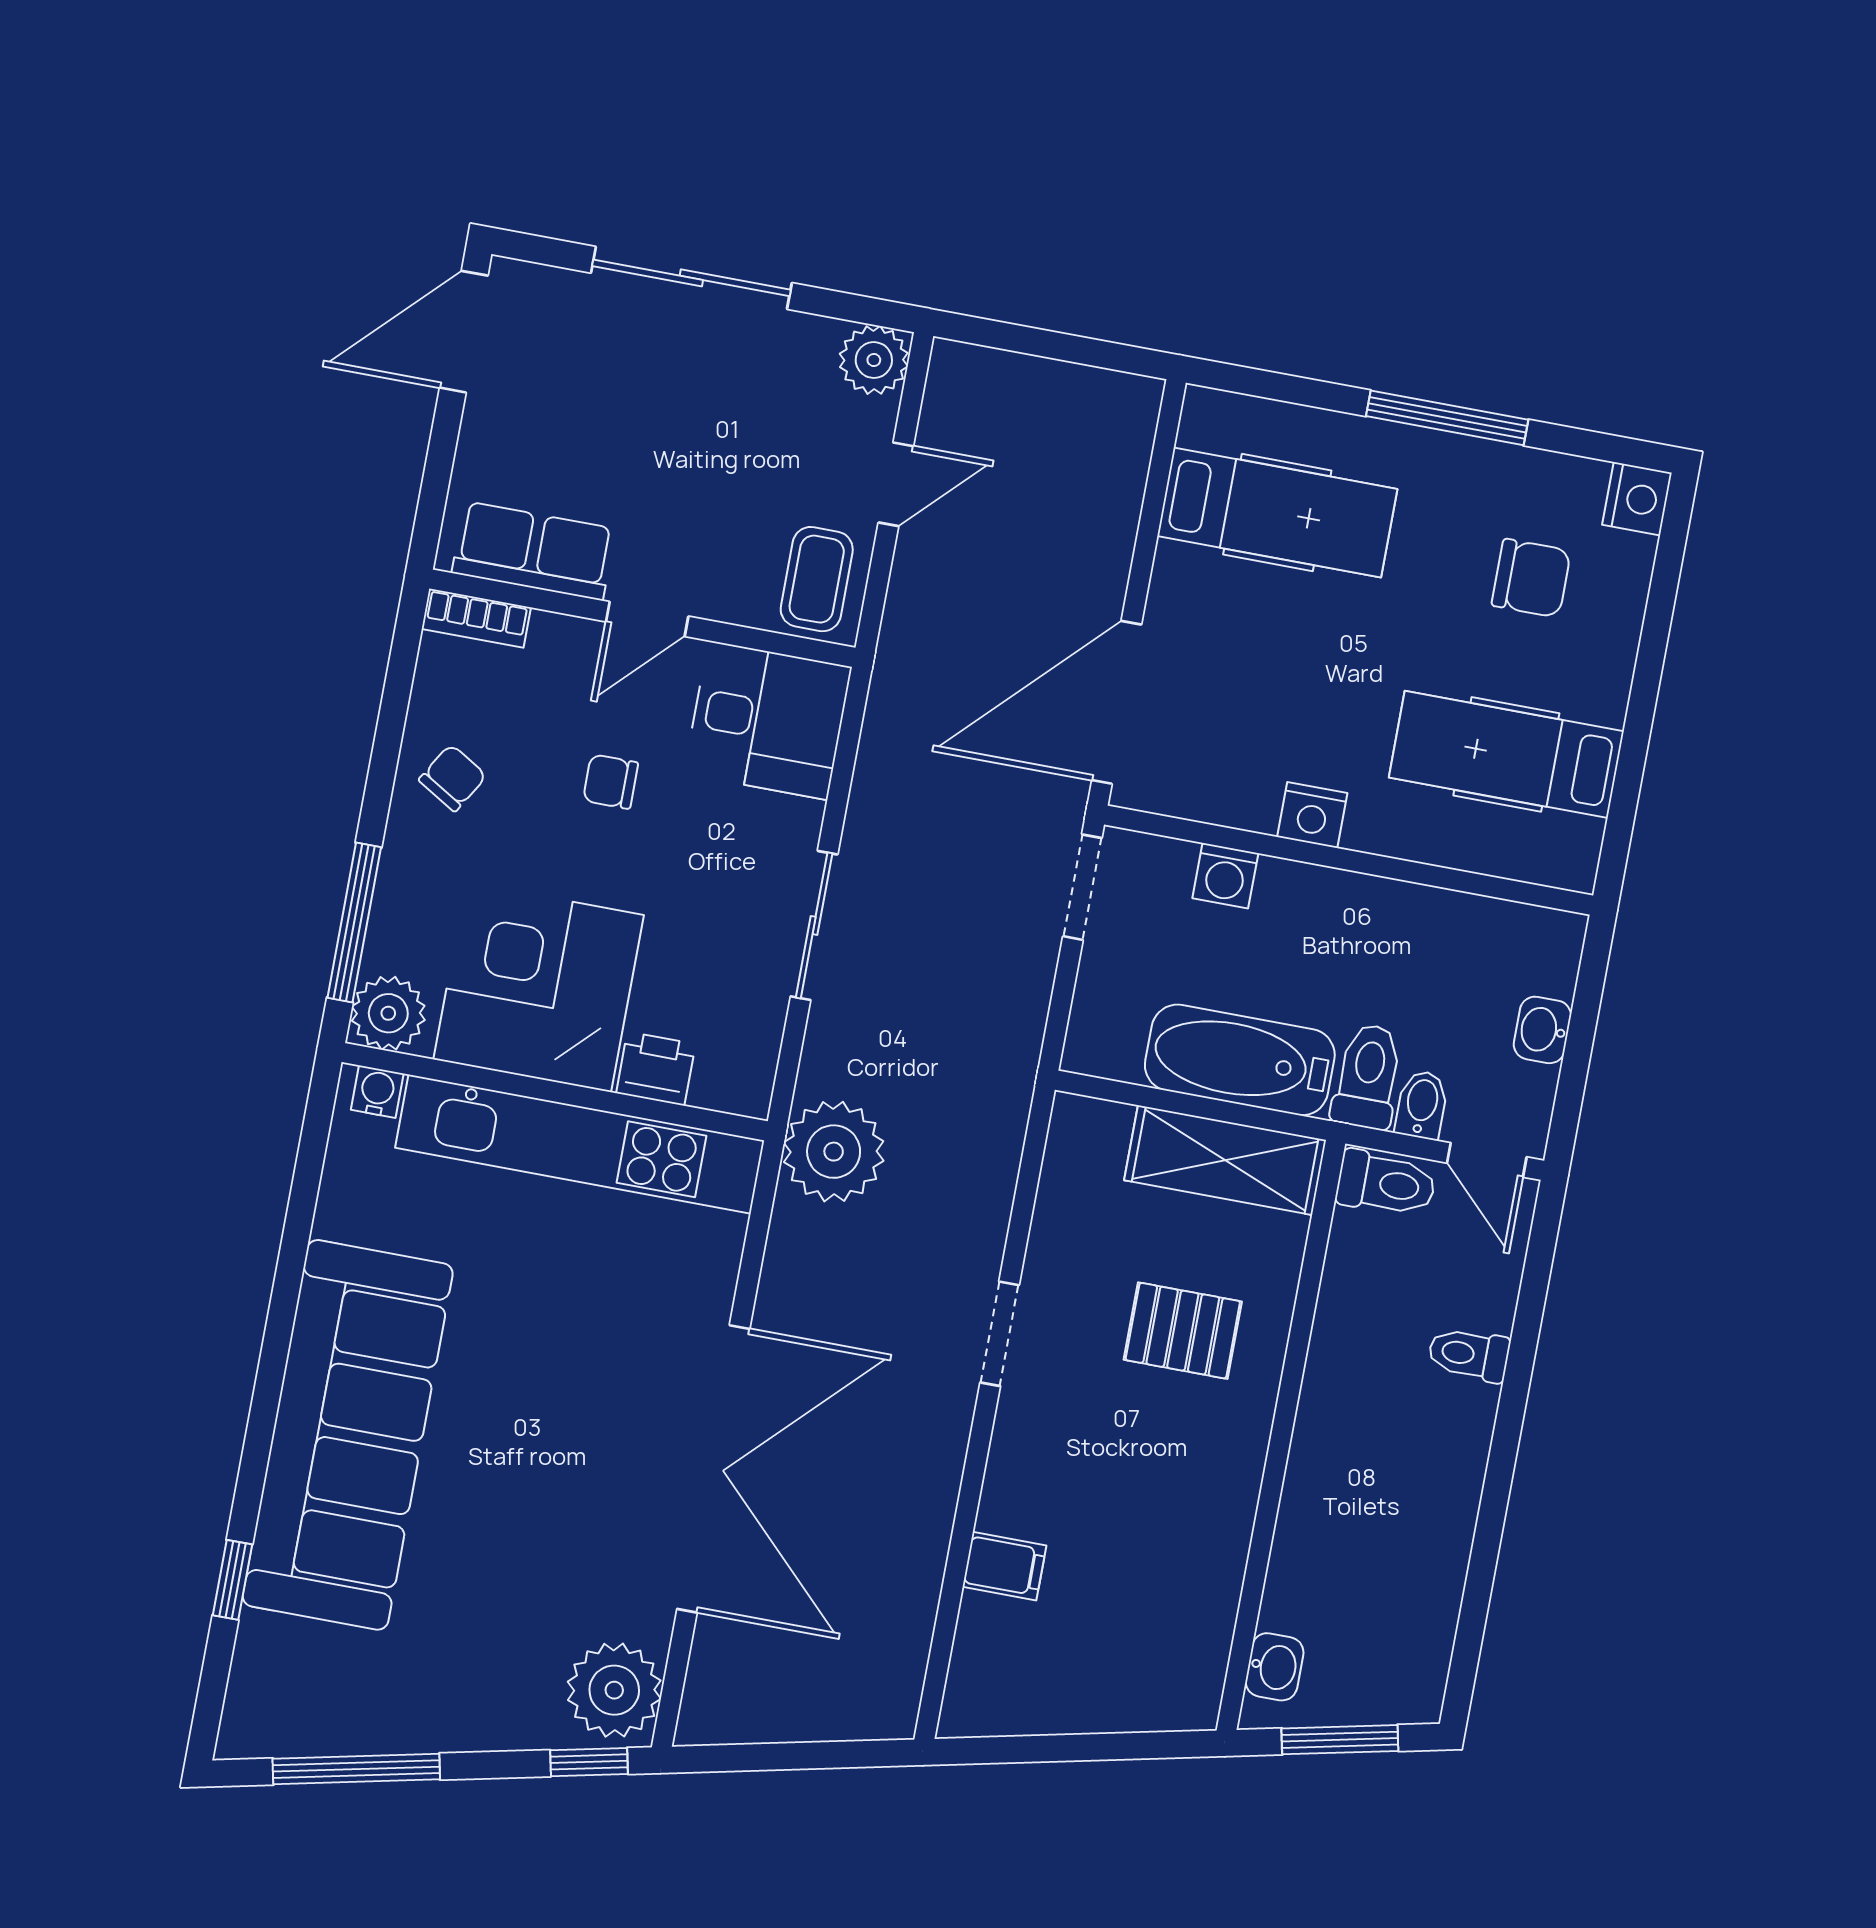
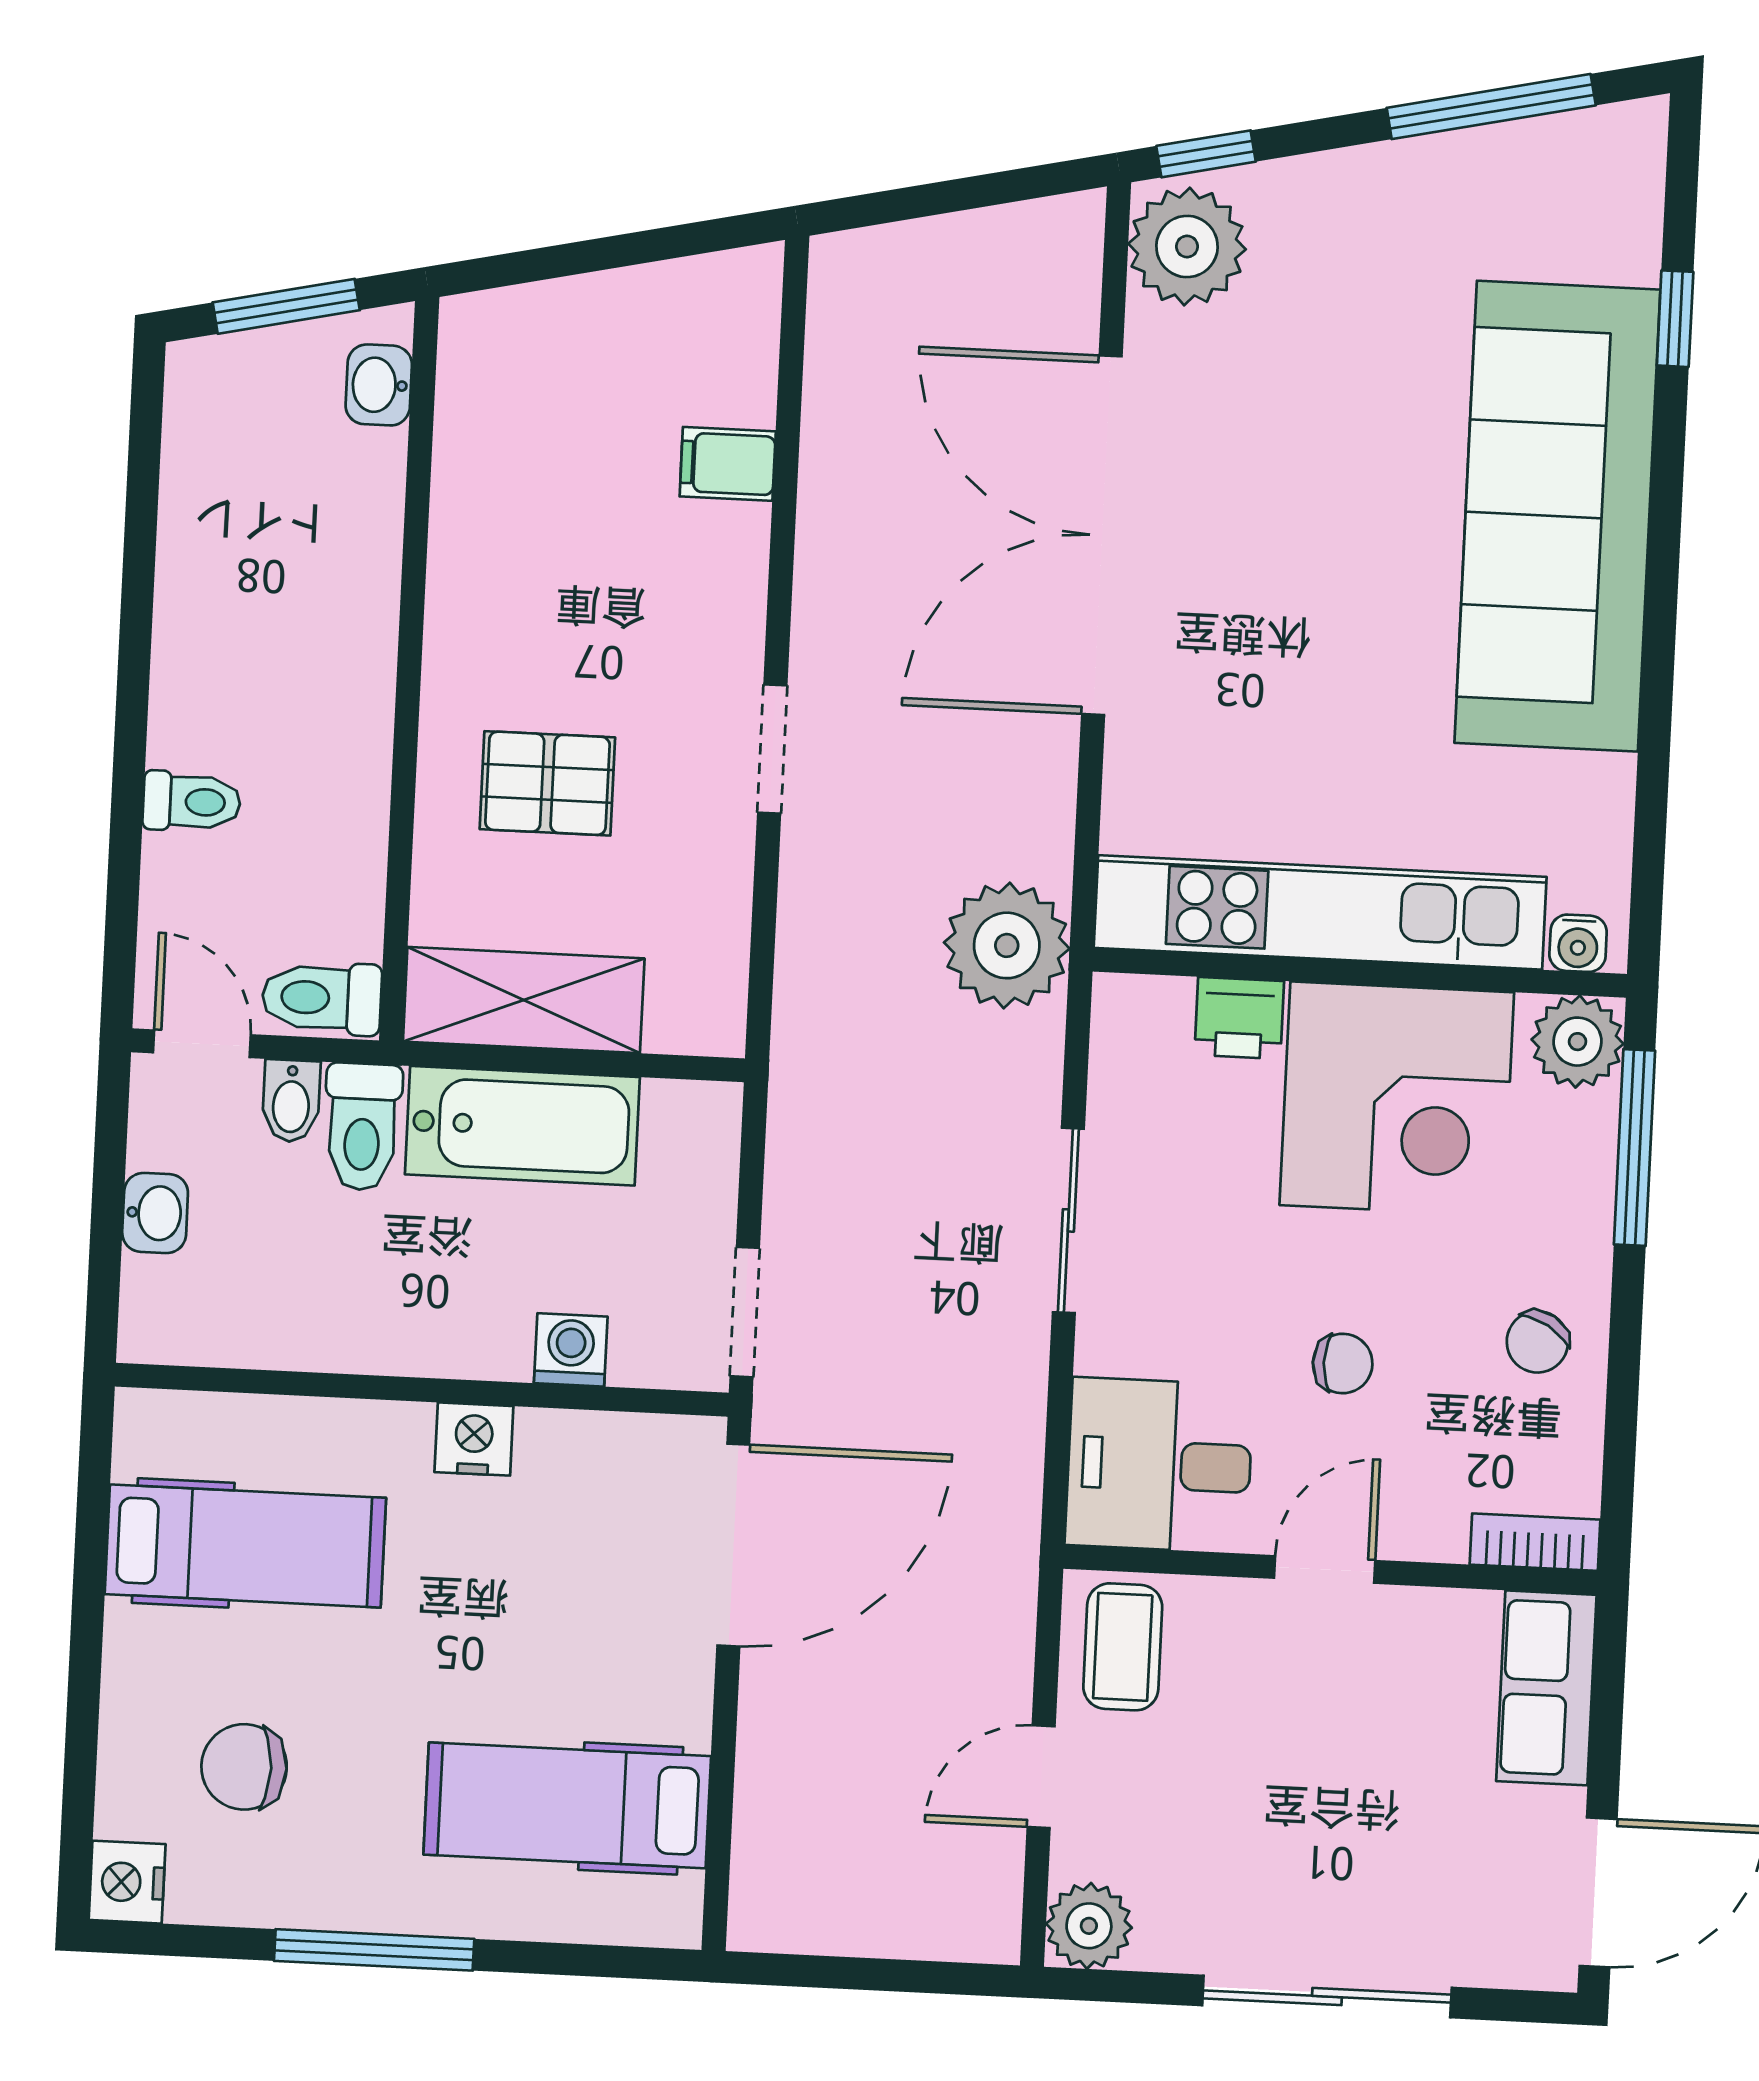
row of seats: (534, 551) -> (1546, 1688), moved, turned 90

